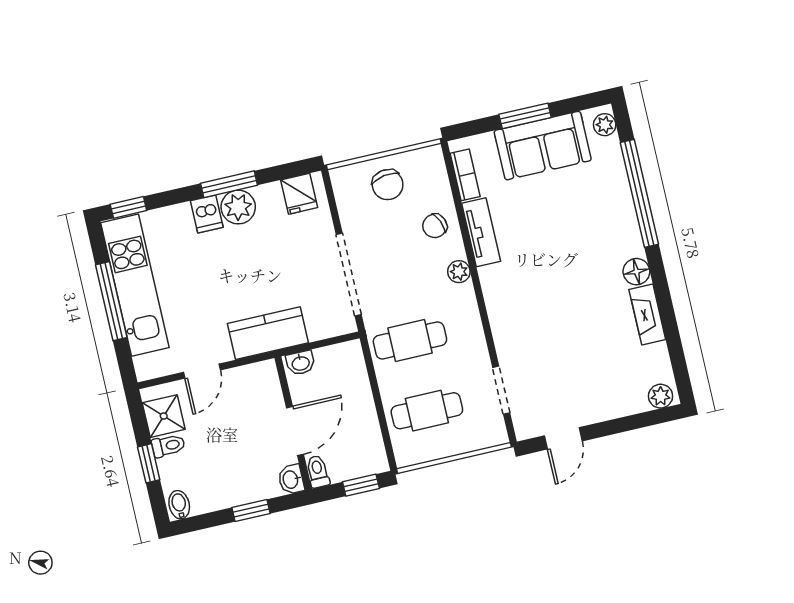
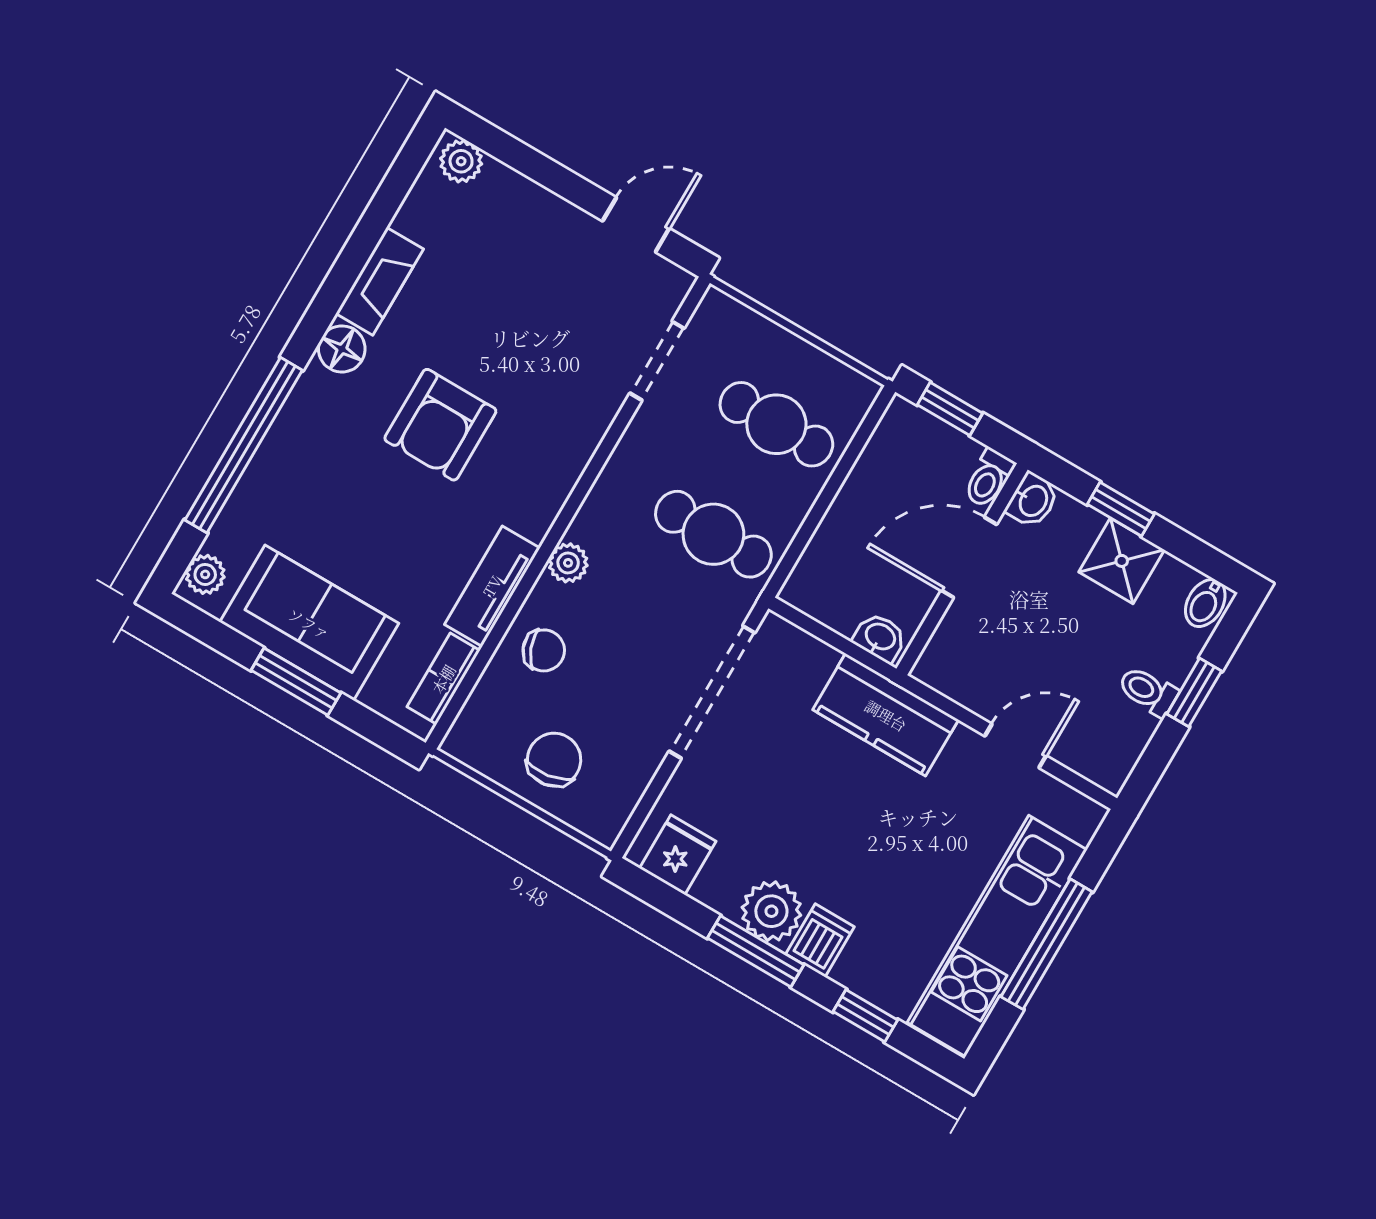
window: (128, 207) -> (865, 1016), moved
armchair: (566, 279) -> (440, 425), added
shower: (164, 416) -> (1122, 561), moved

